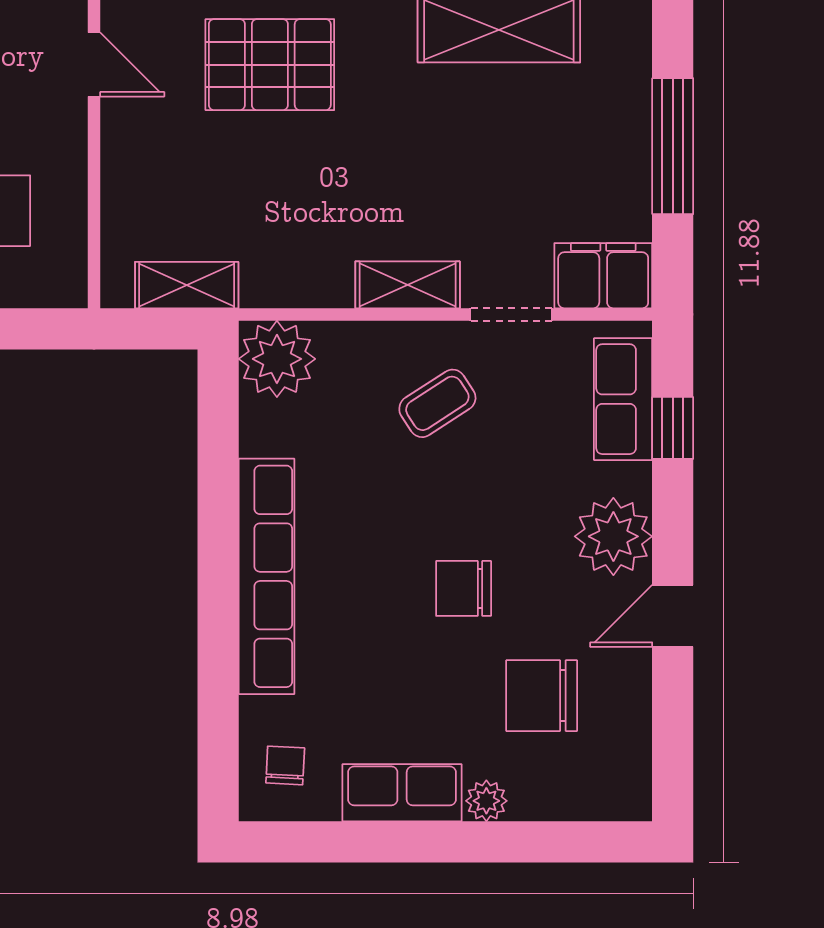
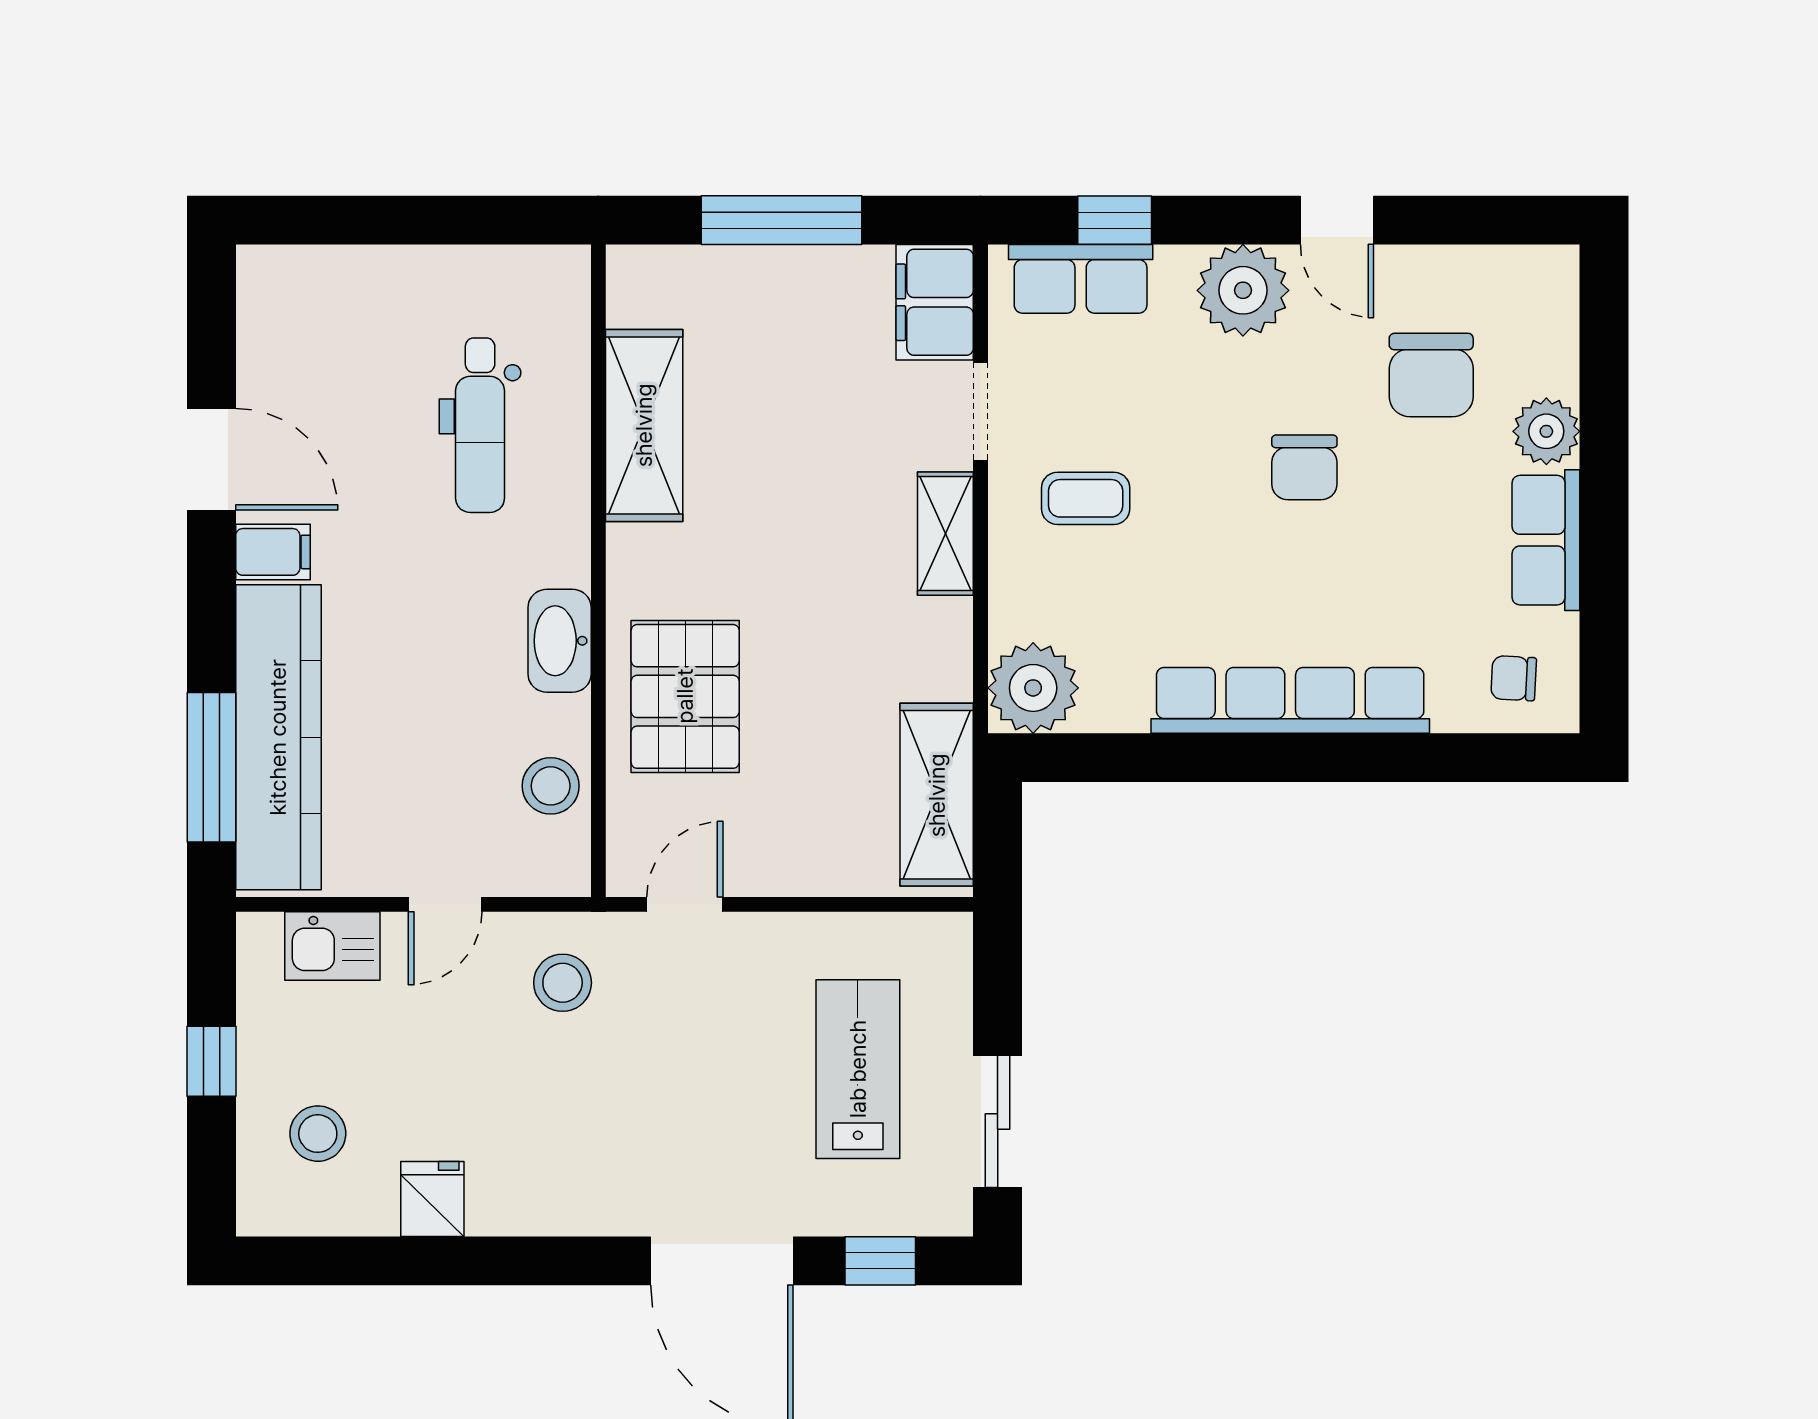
shelving: (187, 285) -> (937, 795), width x1.50, depth x1.33
coffee table: (437, 403) -> (1086, 498), turned -57
plant: (486, 801) -> (1546, 431), width x1.38, depth x1.38

